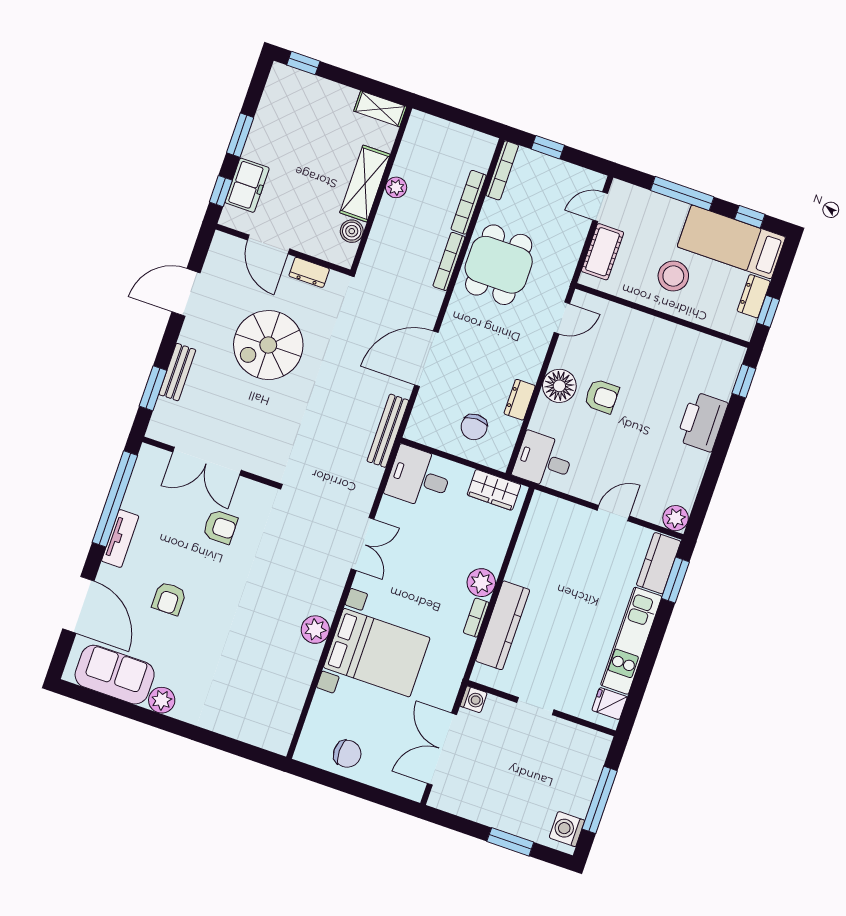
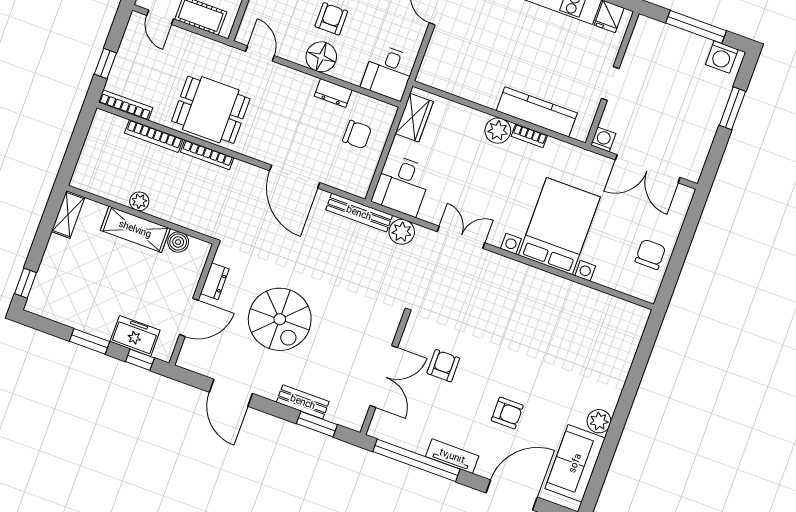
plant: (315, 630) -> (402, 232), moved

